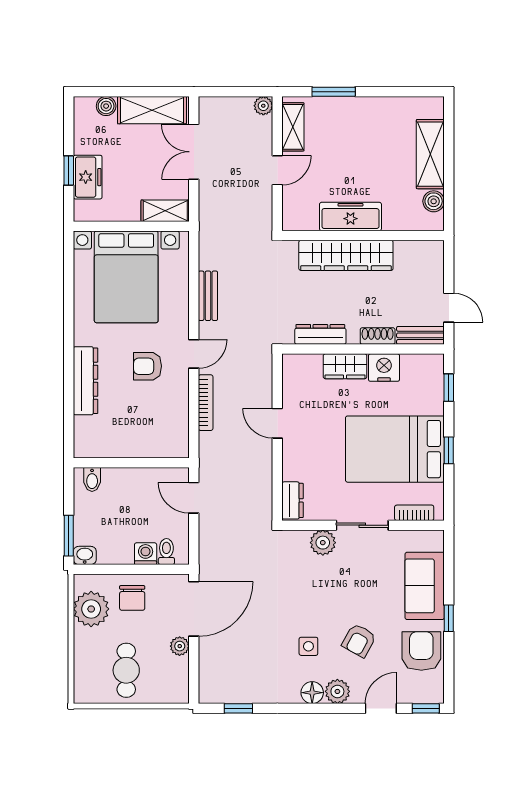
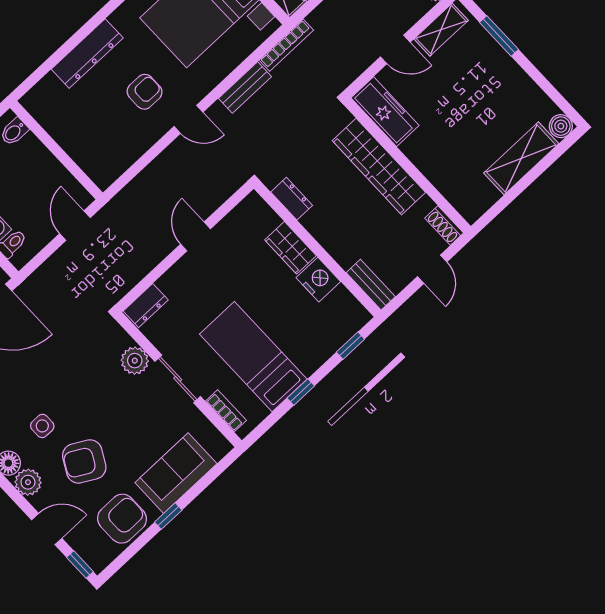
boiler: (434, 201) -> (561, 126), moved
freezer: (350, 217) -> (385, 112), moved
door: (449, 308) -> (432, 269), moved
dresser: (320, 334) -> (292, 199), width x0.70
shoe rack: (378, 336) -> (444, 225), moved, turned 180
armchair: (147, 366) -> (145, 92), turned 90
bookcase: (206, 403) -> (286, 45), moved
bed: (395, 449) -> (253, 357), width x0.67
armchair: (359, 640) -> (84, 461), width x1.38, depth x1.38

